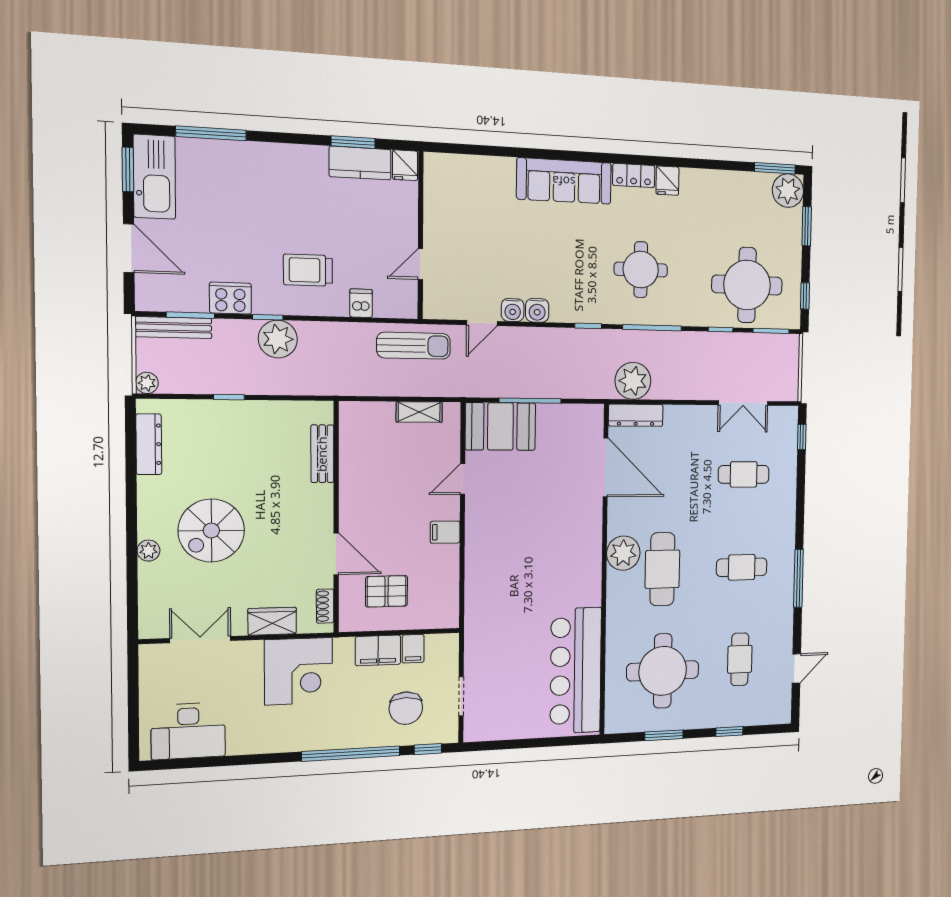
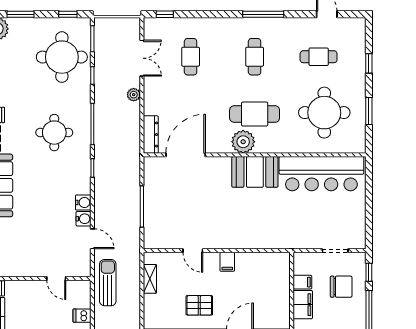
plant: (633, 381) -> (134, 95), moved, width x0.53, depth x0.53
booth: (500, 426) -> (255, 172), moved, turned 90
pallet: (387, 591) -> (199, 305), moved, turned 90

